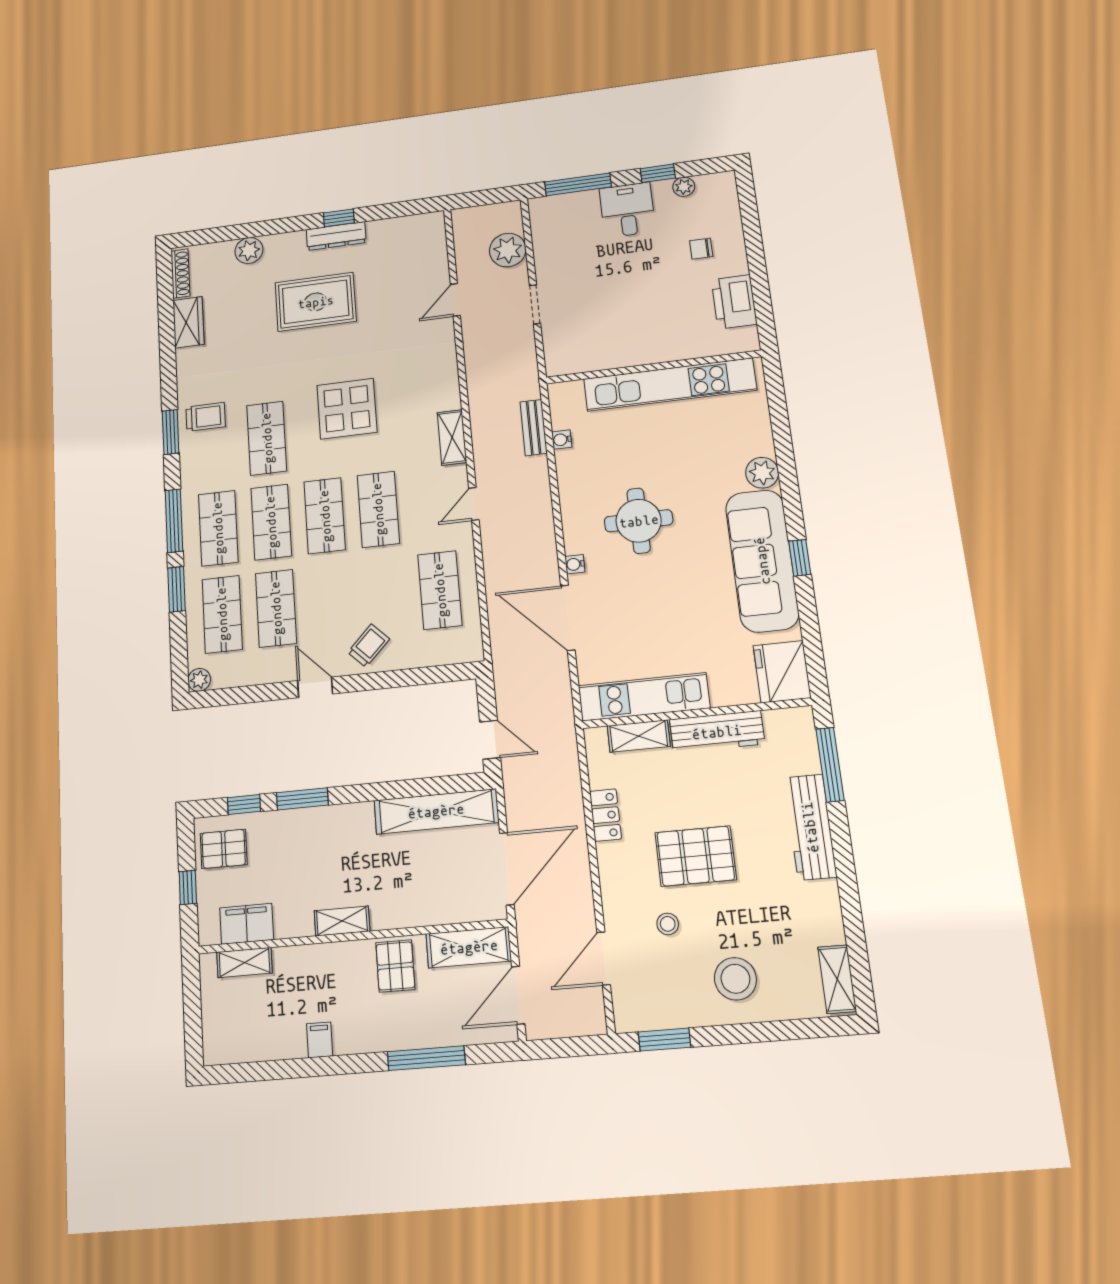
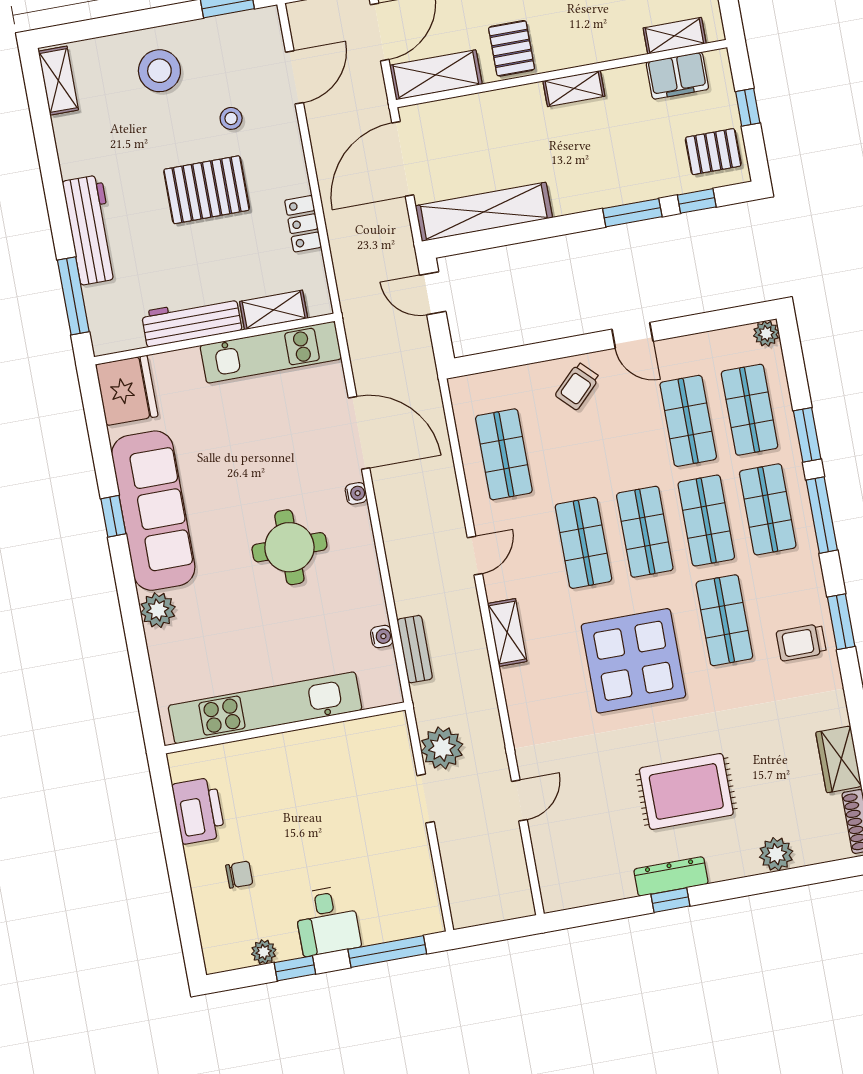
plant: (508, 250) -> (442, 748), moved
display table: (347, 409) -> (633, 661), width x1.36, depth x1.36

